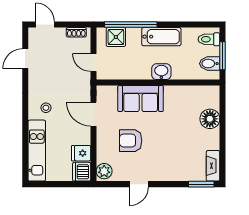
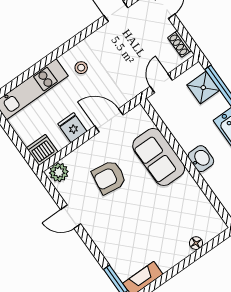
door: (93, 114) -> (109, 120), hinge flipped
floor lamp: (210, 119) -> (196, 243), width x0.53, depth x0.53
armchair: (131, 141) -> (109, 177), turned -82
fridge: (81, 153) -> (72, 128), moved

